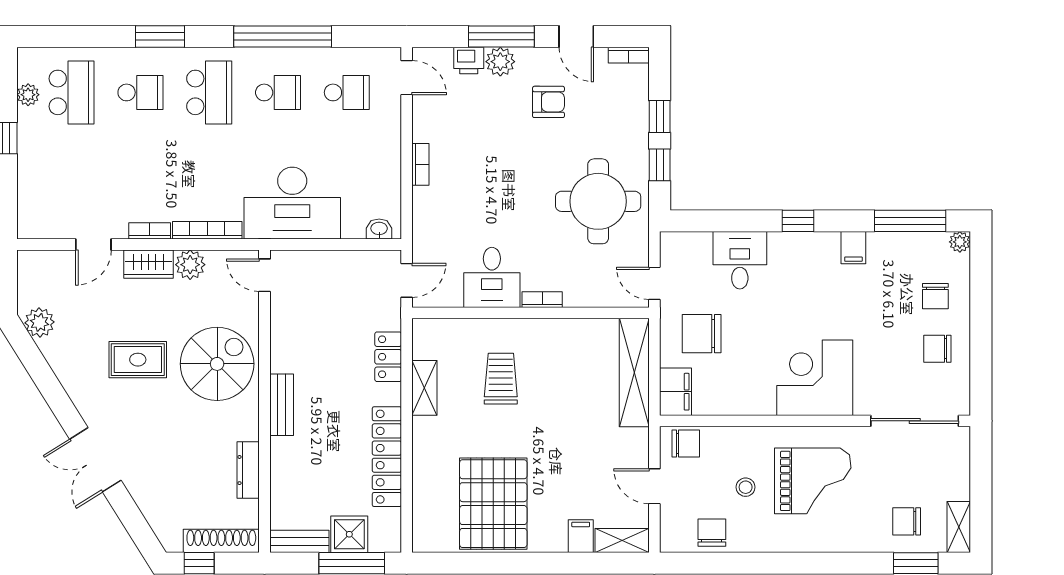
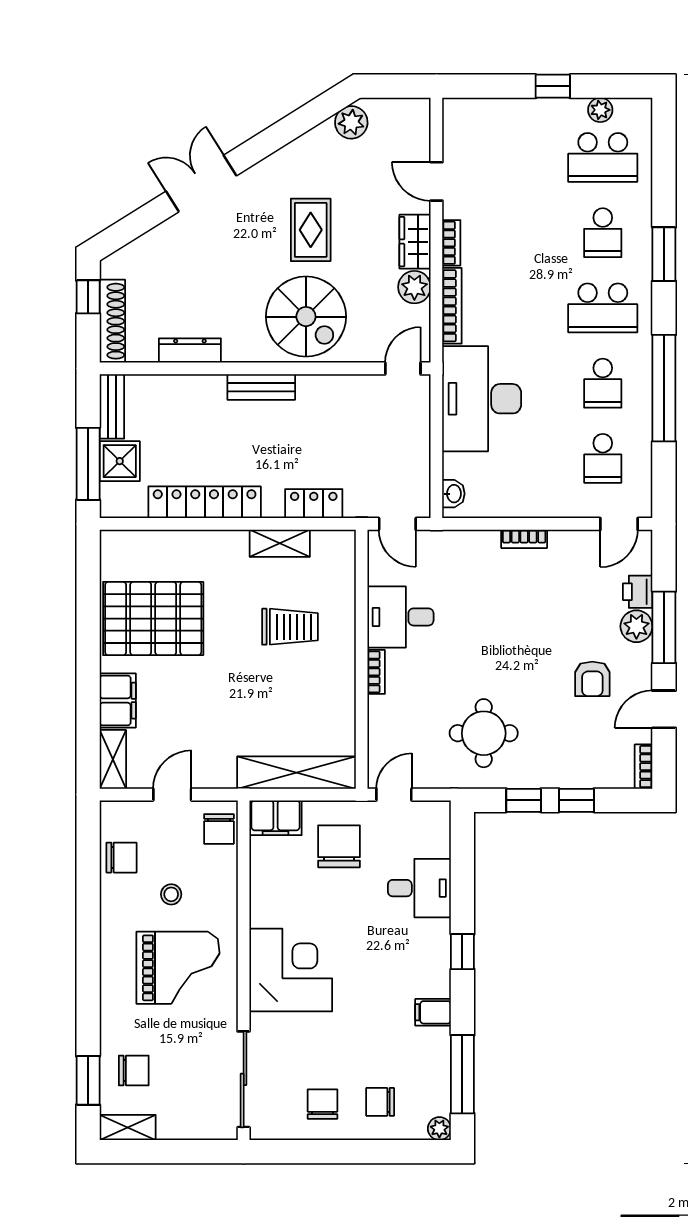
round table: (598, 201) -> (484, 733), width x0.73, depth x0.73
grand piano: (813, 481) -> (178, 968), turned -90
chair: (907, 521) -> (134, 1070), turned 90
filing cabinet: (581, 536) -> (118, 701), width x2.00

